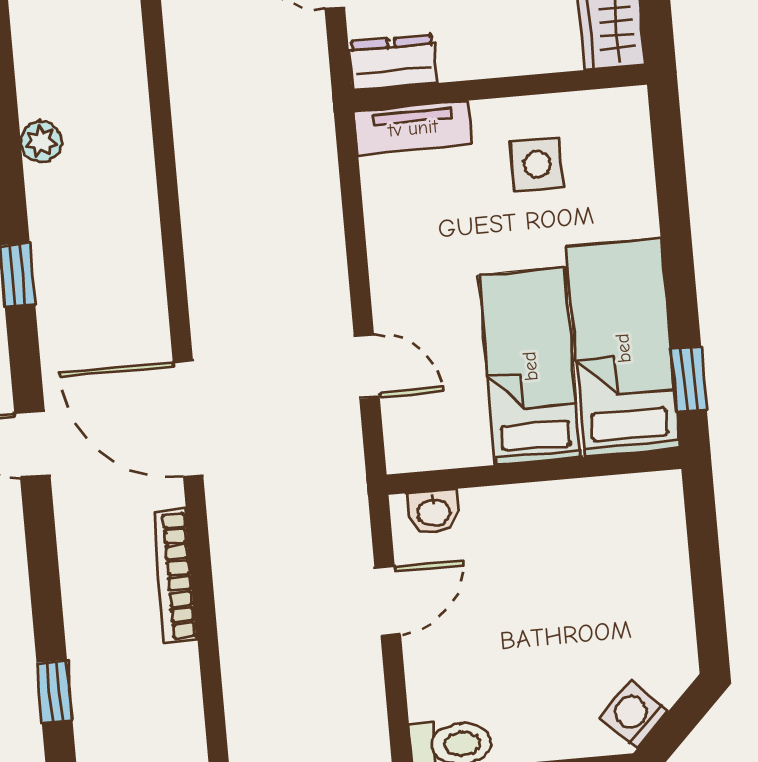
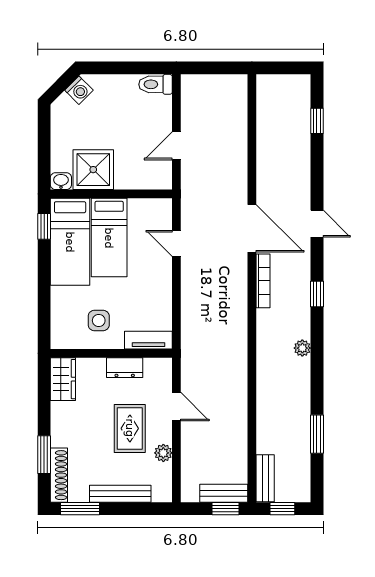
dresser: (393, 63) -> (125, 368), moved
washbasin: (434, 512) -> (61, 181), moved
shower: (583, 526) -> (93, 170), added
bookcase: (175, 576) -> (263, 281), moved

